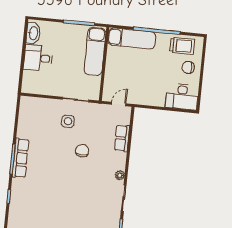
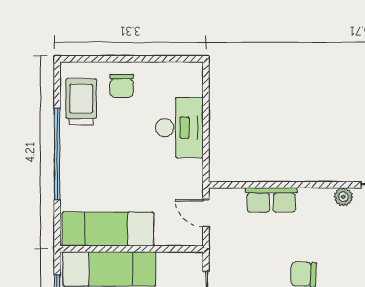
exam couch: (132, 38) -> (108, 229), moved, turned -90
desk: (182, 97) -> (179, 128), moved

